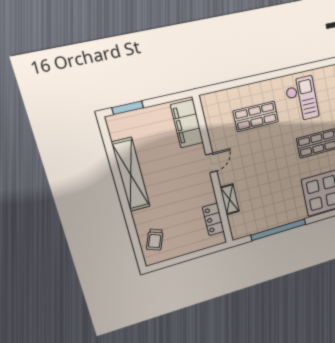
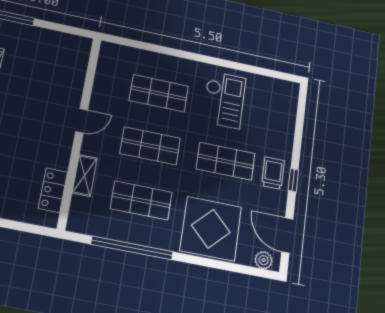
filing cabinet: (187, 124) -> (73, 64), removed
shop shelf: (264, 157) -> (150, 146), added
shop shelf: (273, 197) -> (141, 200), added

